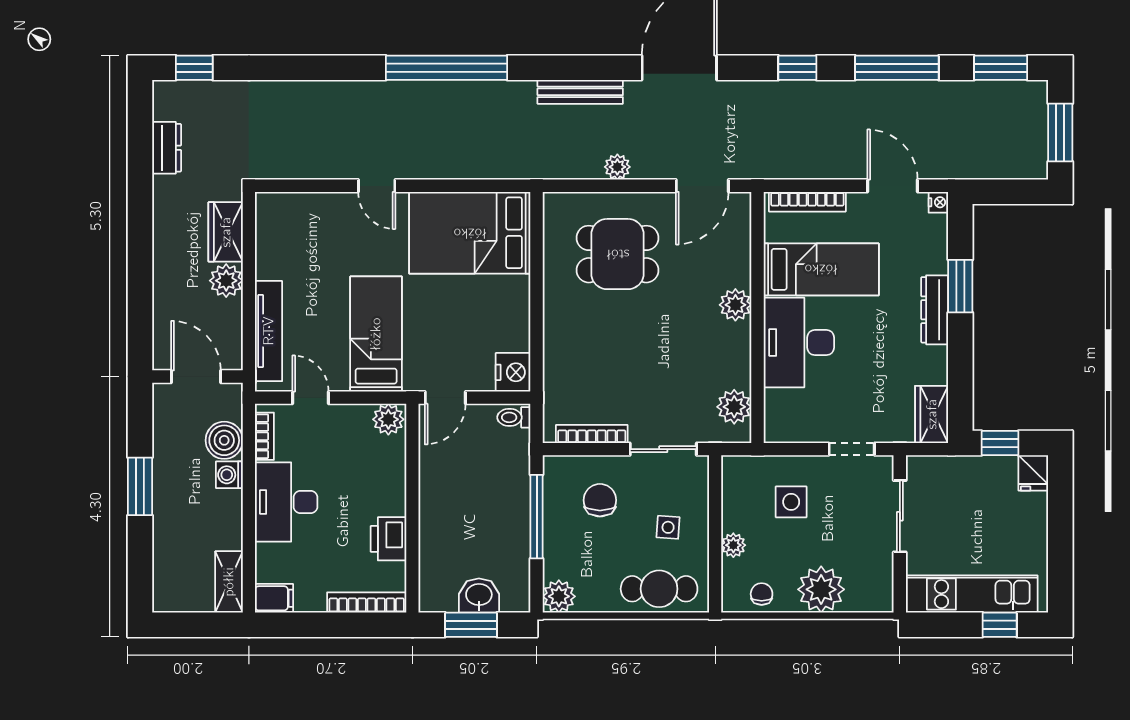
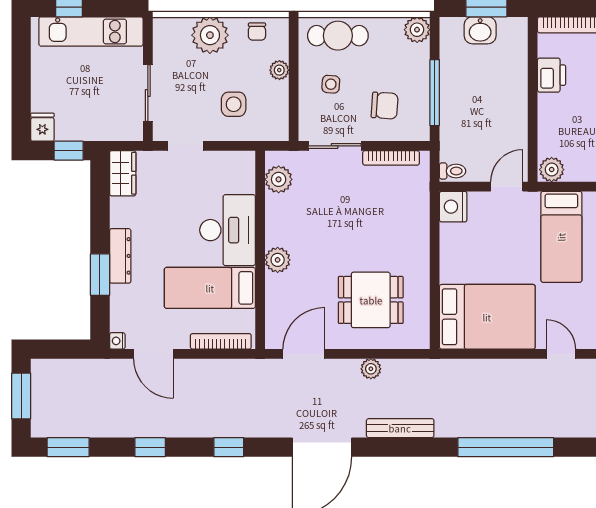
window: (897, 68) -> (150, 447), width x0.46
chair: (600, 500) -> (385, 106), turned -86

